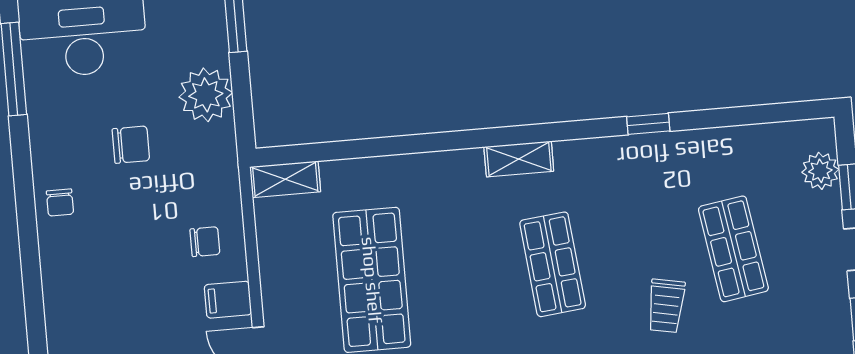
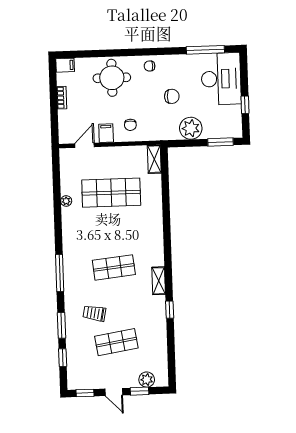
chair: (131, 145) -> (172, 96), turned -90
shelving: (519, 159) -> (159, 281), moved
round table: (93, 292) -> (112, 78), added

